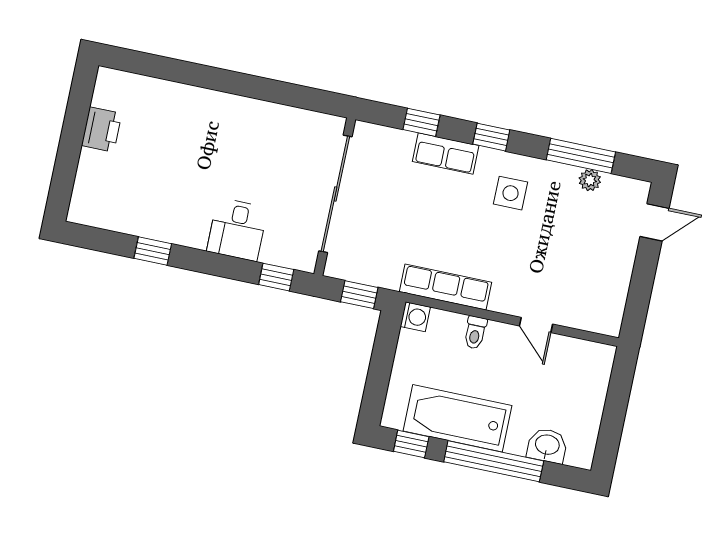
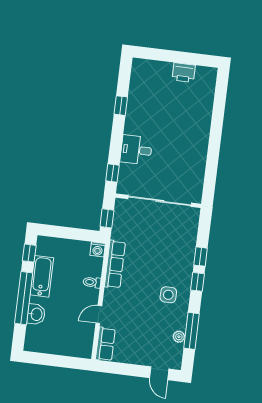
window: (422, 122) -> (201, 257), moved
row of seats: (446, 154) -> (105, 344), moved, turned 180
bathtub: (458, 418) -> (42, 276), width x0.73, depth x0.73
washbasin: (547, 446) -> (36, 314), moved

